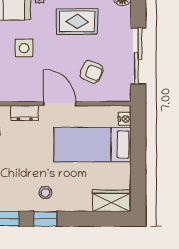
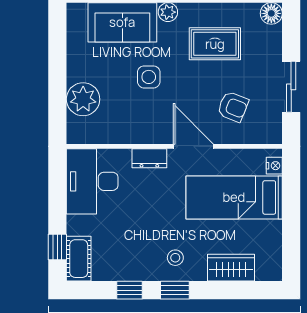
sliding door: (138, 56) -> (291, 87), width x0.73
wardrobe: (111, 201) -> (231, 268), moved

